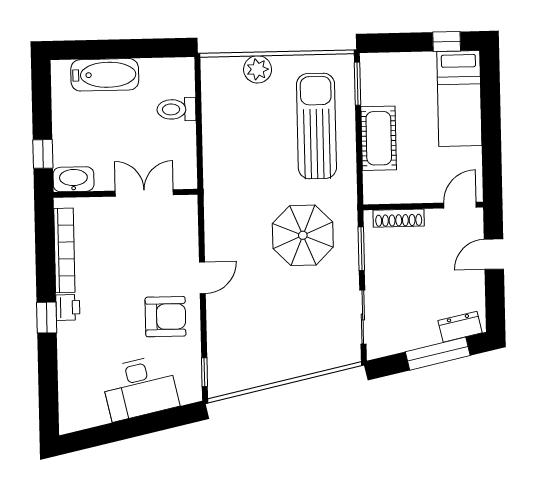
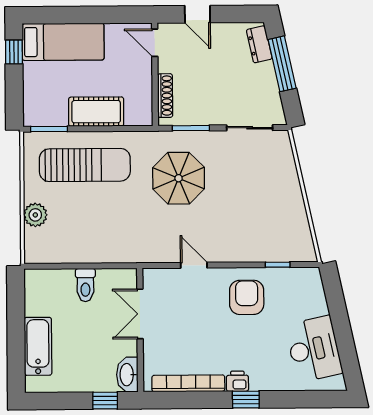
toilet: (176, 109) -> (85, 285), moved
sun lounger: (316, 126) -> (85, 165), turned 180
door: (202, 278) -> (194, 265), moved
window: (205, 372) -> (278, 265), moved
desk: (140, 388) -> (314, 349), moved

